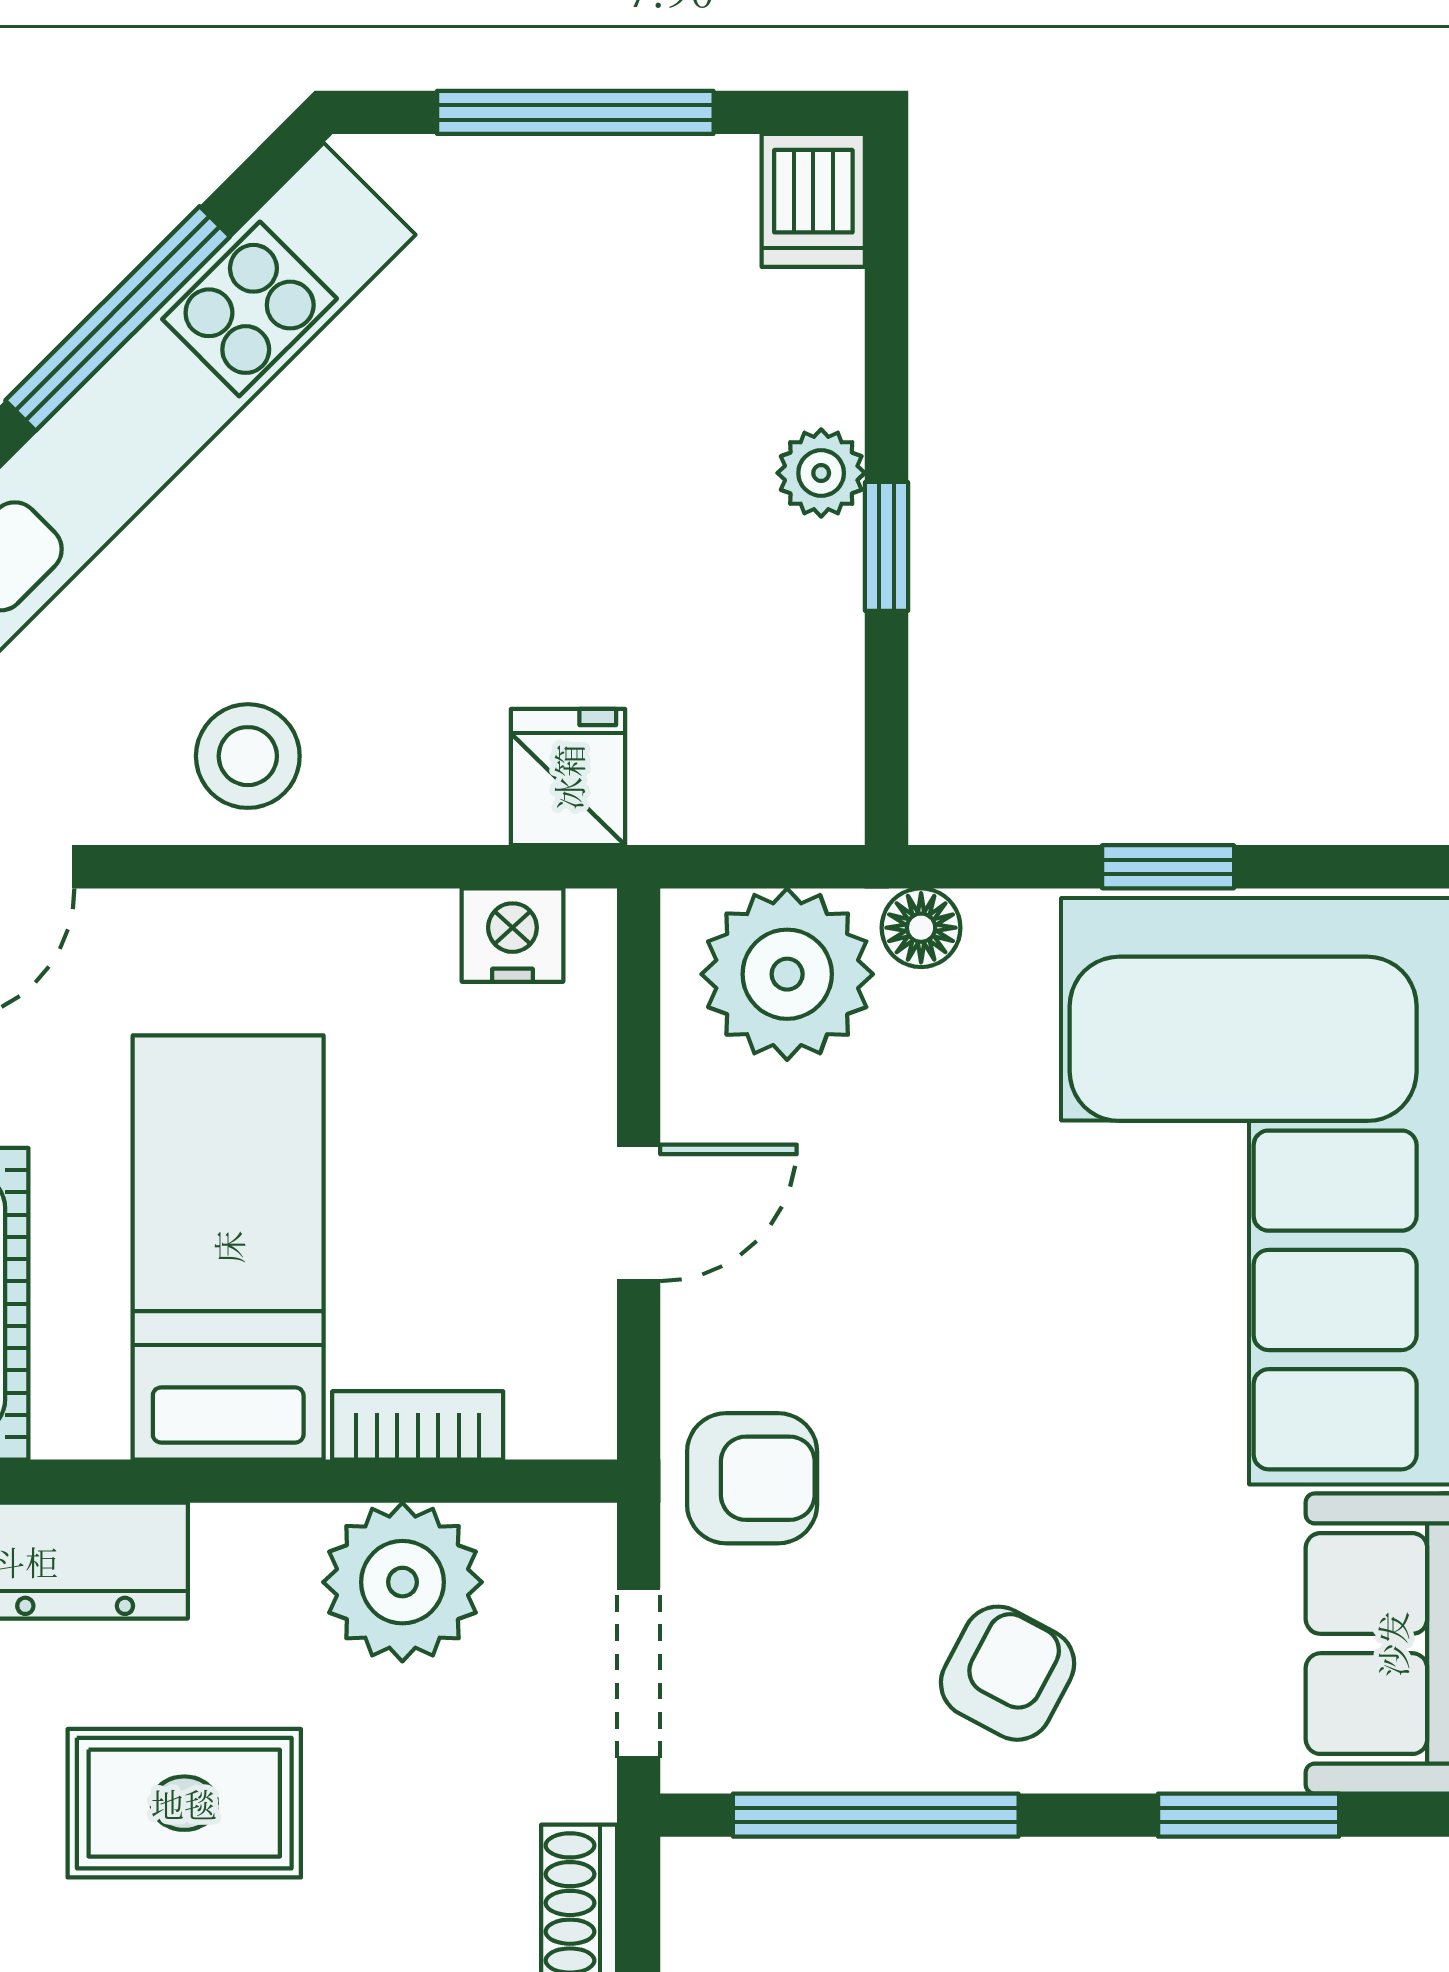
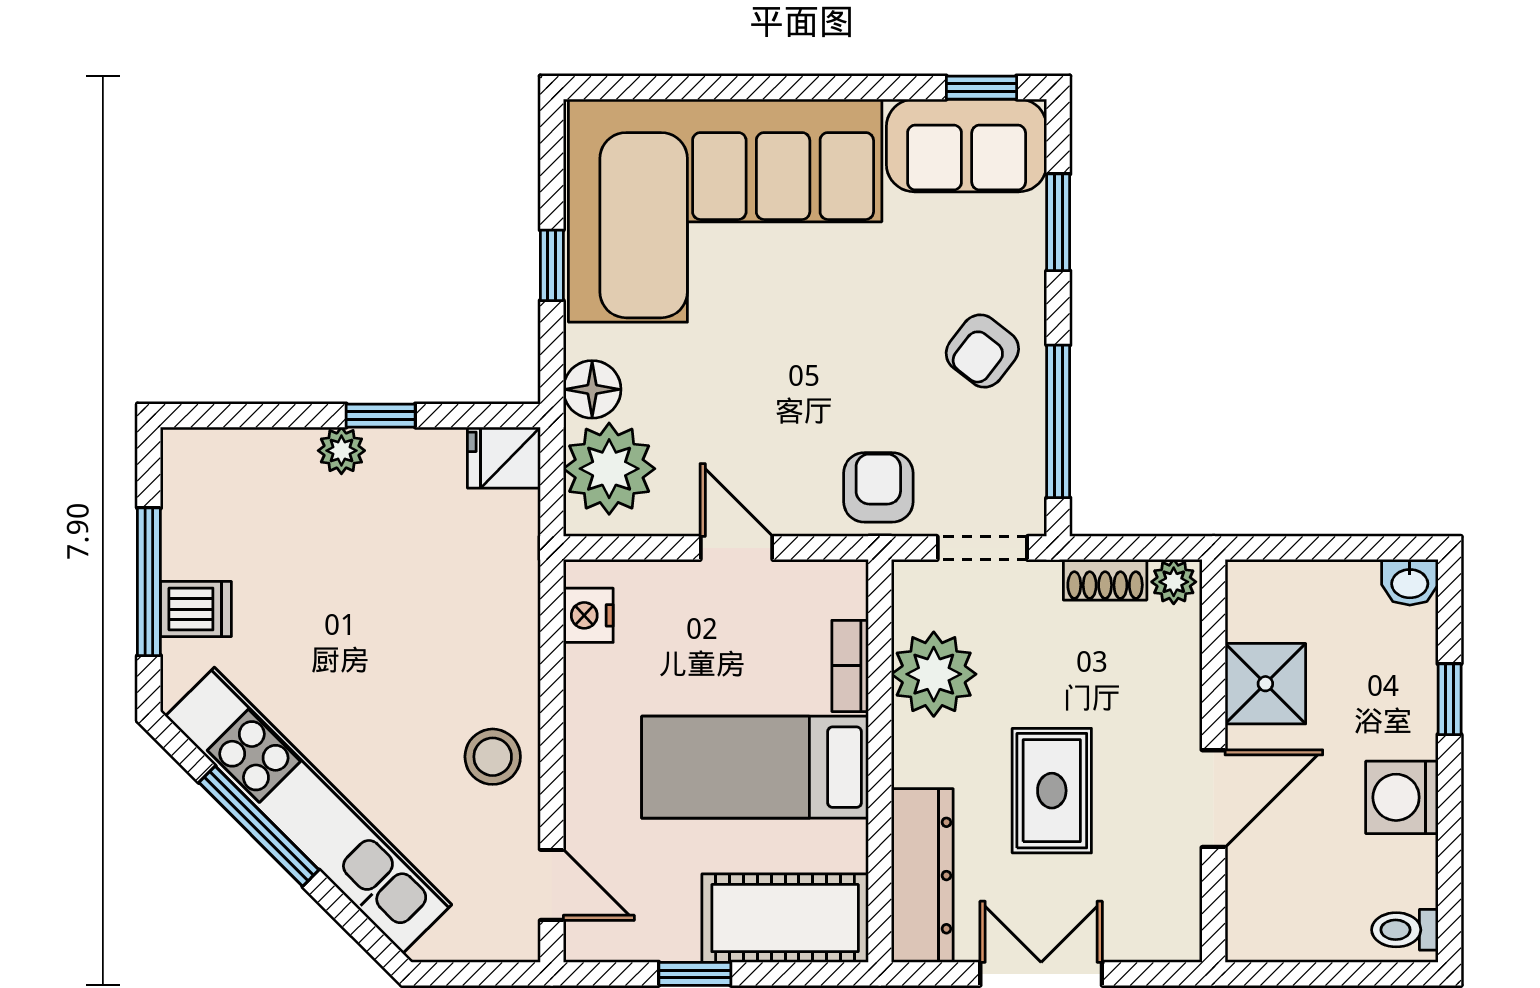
dishwasher: (813, 200) -> (196, 609), moved
fridge: (568, 777) -> (504, 458), moved
floor lamp: (921, 928) -> (592, 389), width x1.37, depth x1.37
armchair: (1008, 1673) -> (982, 351), turned -80

